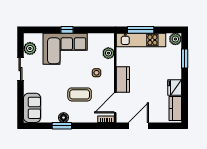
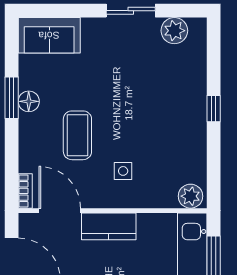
corner sofa: (65, 49) -> (174, 105), removed
plant: (108, 53) -> (190, 196), moved

